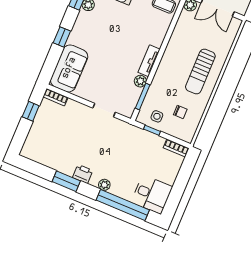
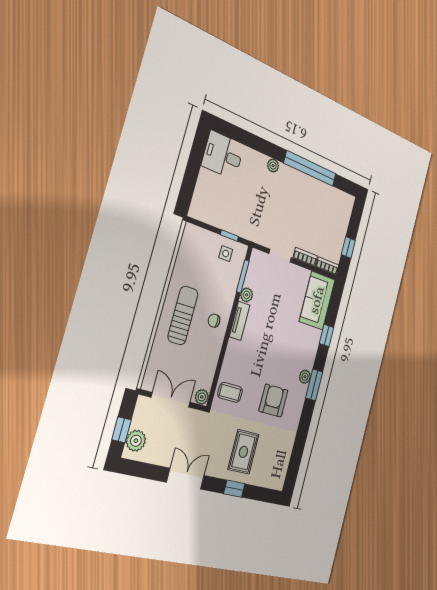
chair: (180, 112) -> (214, 321), moved
bookcase: (176, 148) -> (305, 257), moved
printer: (83, 174) -> (295, 178), removed
window: (66, 181) -> (310, 169), width x2.11
window: (123, 205) -> (252, 141), removed

